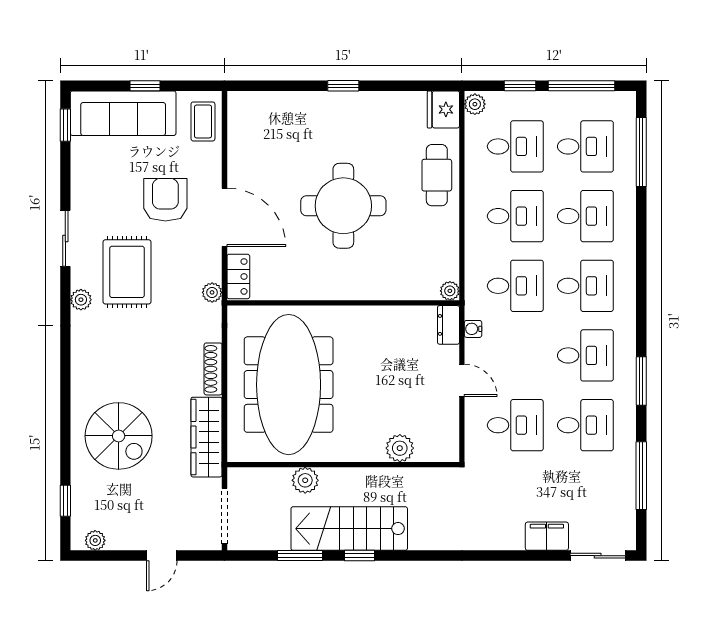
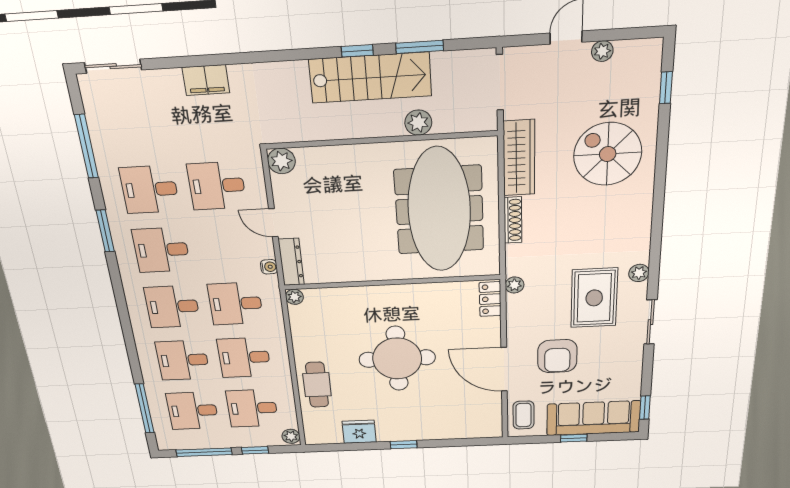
fridge: (443, 109) -> (359, 432), moved, turned -90
door: (224, 217) -> (504, 369), moved
dresser: (448, 325) -> (291, 262), width x1.44
plant: (400, 448) -> (281, 161), moved
filing cabinet: (547, 536) -> (206, 80), moved
plant: (95, 540) -> (602, 51), moved

